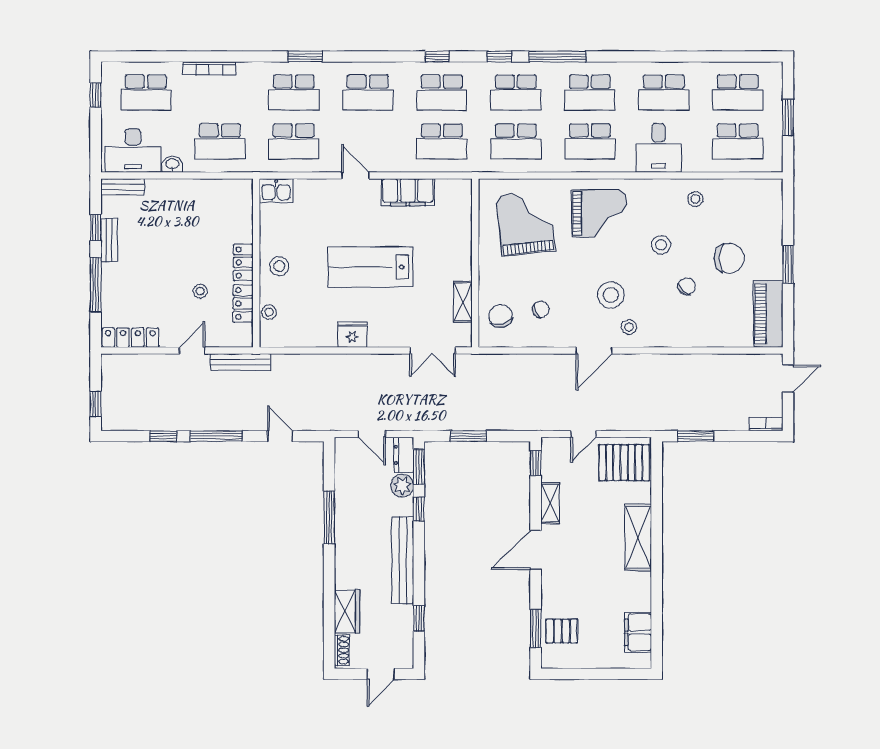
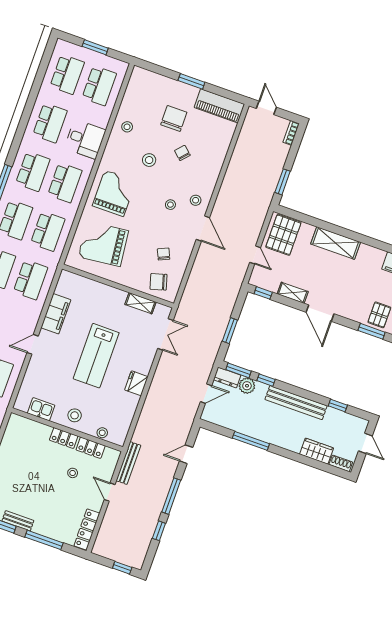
kitchen sink: (276, 191) -> (41, 409), moved, turned -90
stool: (611, 295) -> (170, 205), width x0.53, depth x0.53

